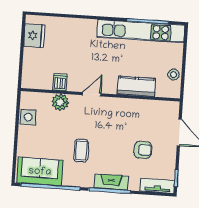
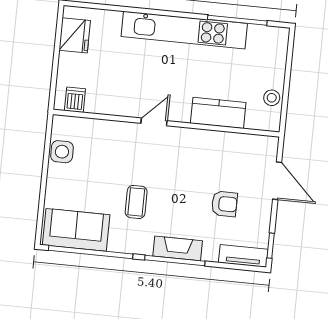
kitchen unit: (141, 31) -> (184, 30), moved
dishwasher: (60, 82) -> (75, 100), moved
plant: (60, 102) -> (109, 132), removed

